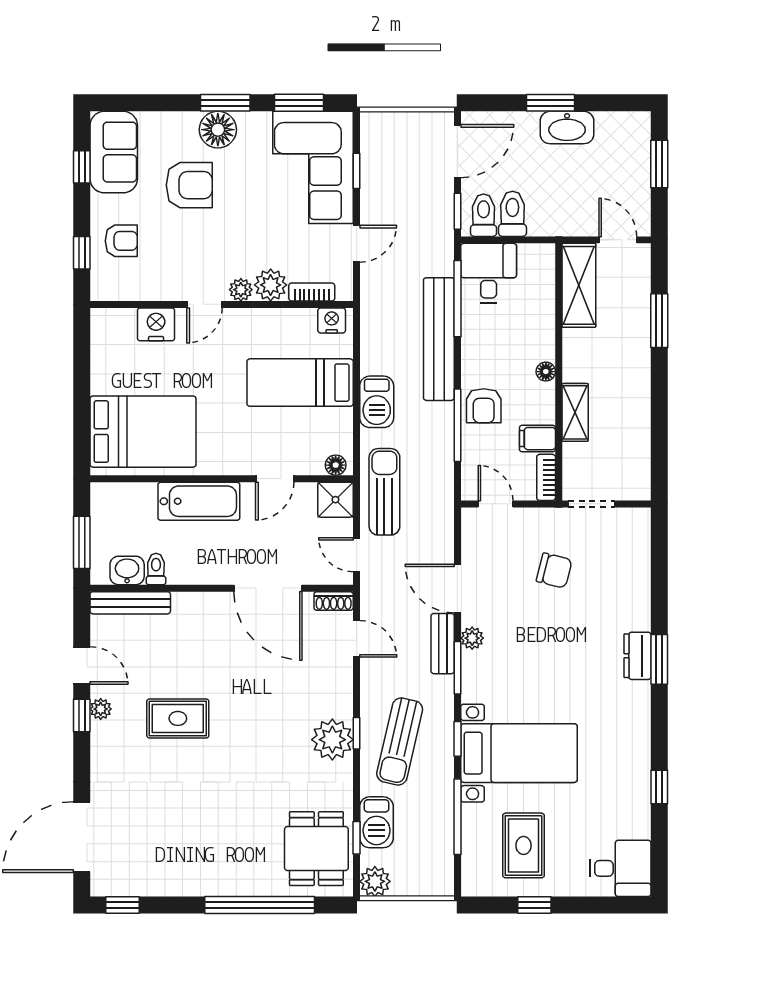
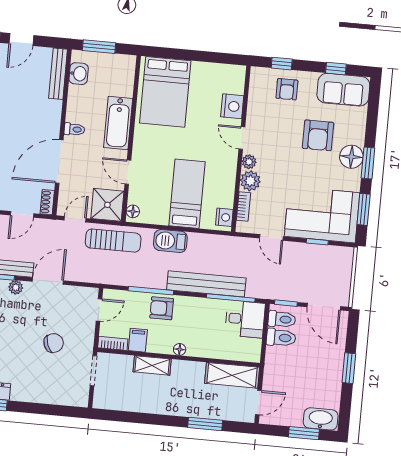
washbasin: (567, 128) -> (321, 419), moved, turned 90
shower: (335, 500) -> (107, 205), width x1.36, depth x1.36
toilet: (156, 569) -> (74, 129), moved
chair: (554, 571) -> (54, 343), turned -124

